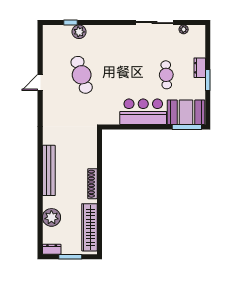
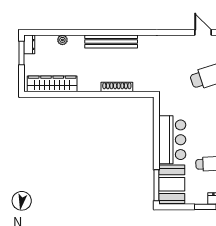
shoe rack: (93, 184) -> (117, 87), moved
plant: (51, 217) -> (62, 40), width x0.53, depth x0.53
window: (70, 257) -> (22, 53), moved

